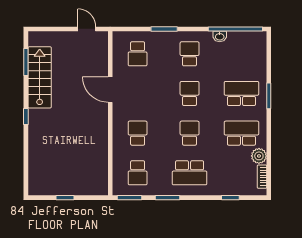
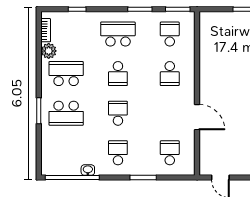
school desk: (190, 54) -> (118, 153), turned 180
school desk: (190, 93) -> (118, 113), turned 180
school desk: (241, 133) -> (66, 74), turned 180

